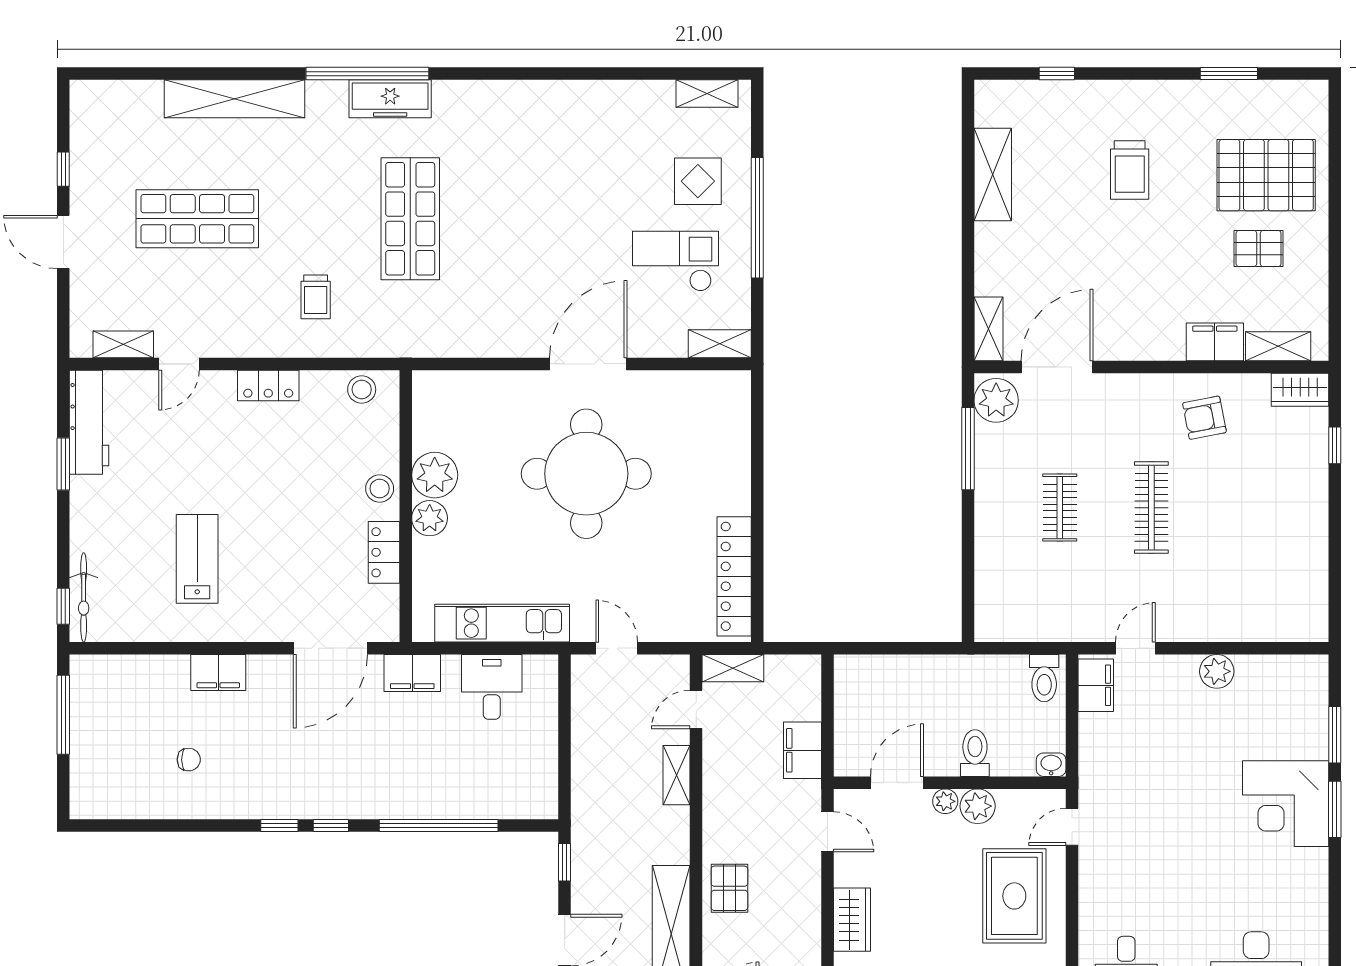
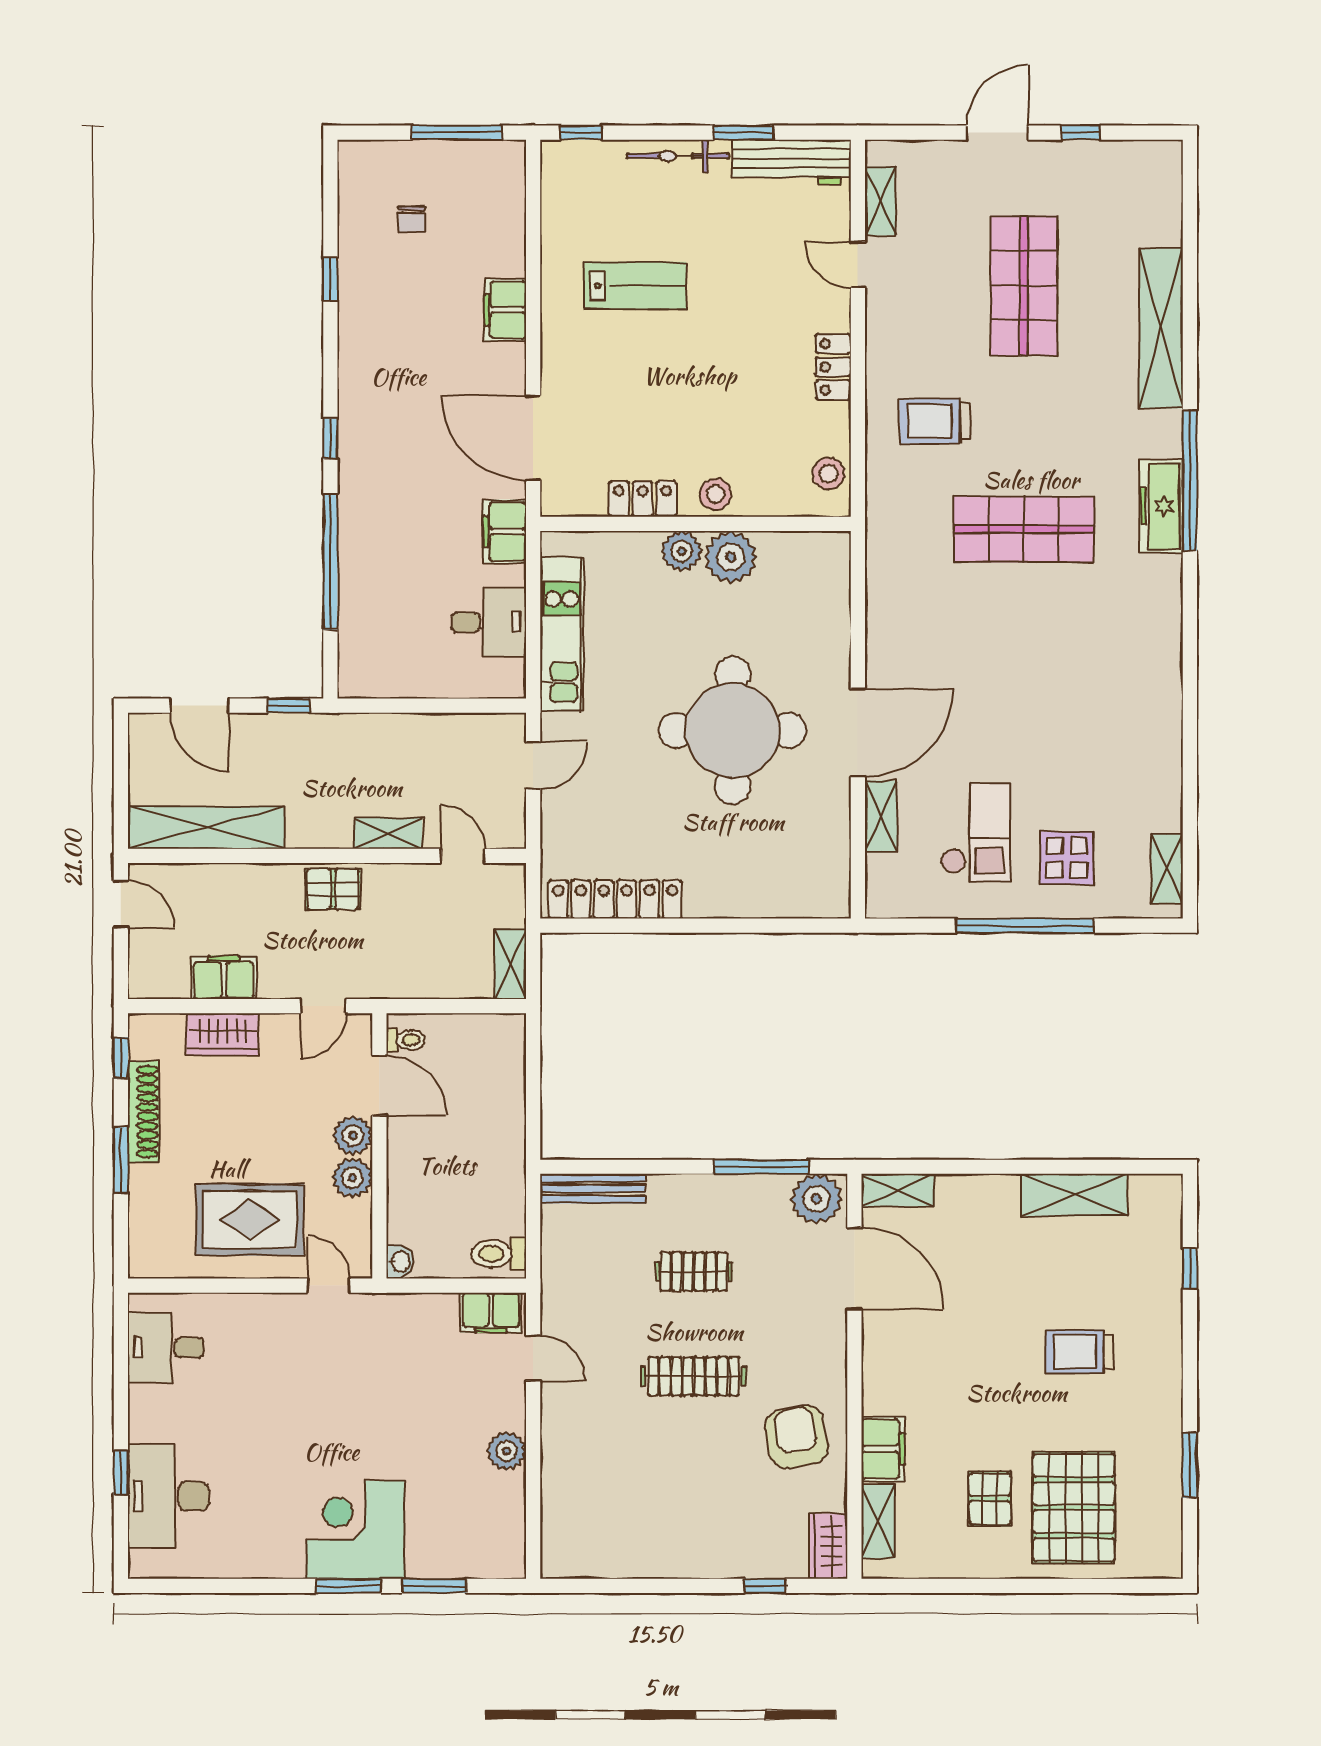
trolley: (316, 297) -> (935, 421), width x1.36, depth x1.39
shelving: (720, 344) -> (881, 816), moved
door: (588, 364) -> (858, 733), hinge flipped
armchair: (1204, 418) -> (797, 1437), width x1.38, depth x1.38
bench: (987, 596) -> (593, 1189), added
bicycle: (84, 597) -> (678, 156), moved
shelving: (733, 668) -> (510, 964), moved
filing cabinet: (802, 750) -> (224, 978), moved
toilet: (975, 753) -> (406, 1040), moved, width x0.73, depth x0.72
chair: (189, 760) -> (412, 219), moved
plant: (945, 801) -> (353, 1135), width x1.38, depth x1.38
window: (279, 825) -> (330, 279), moved
pallet: (729, 888) -> (333, 889), moved

